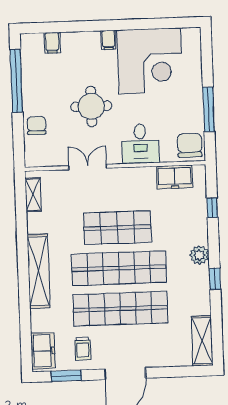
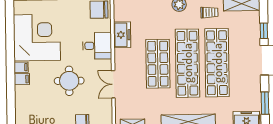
filing cabinet: (52, 43) -> (22, 79), moved
freezer: (175, 177) -> (122, 35), moved
trolley: (83, 349) -> (209, 12), moved
window: (166, 372) -> (264, 31), added

